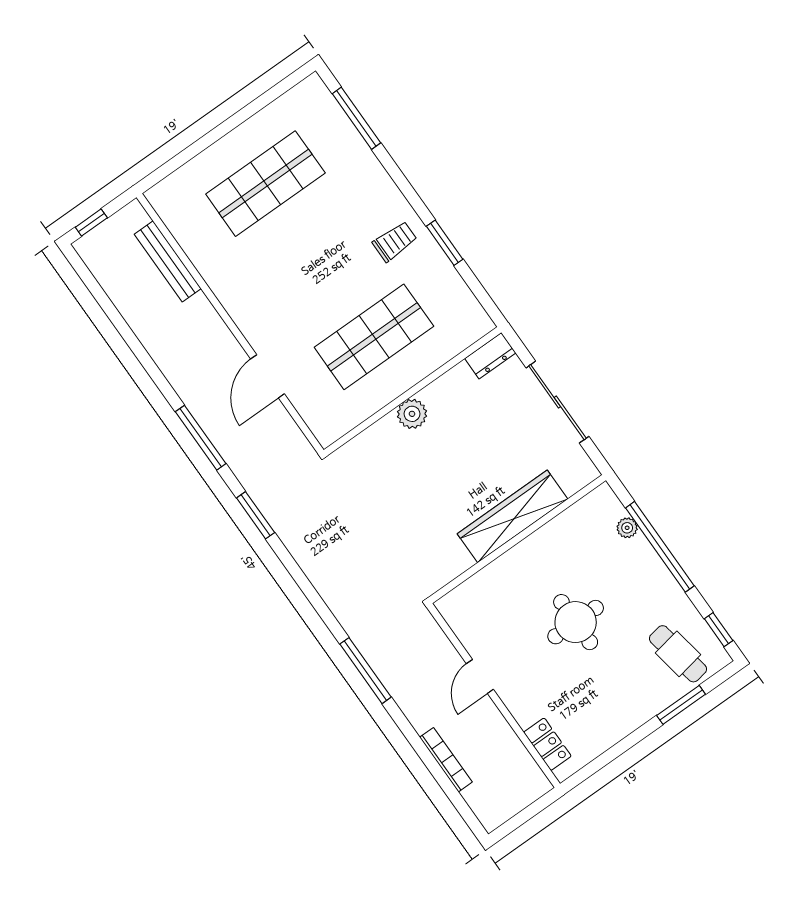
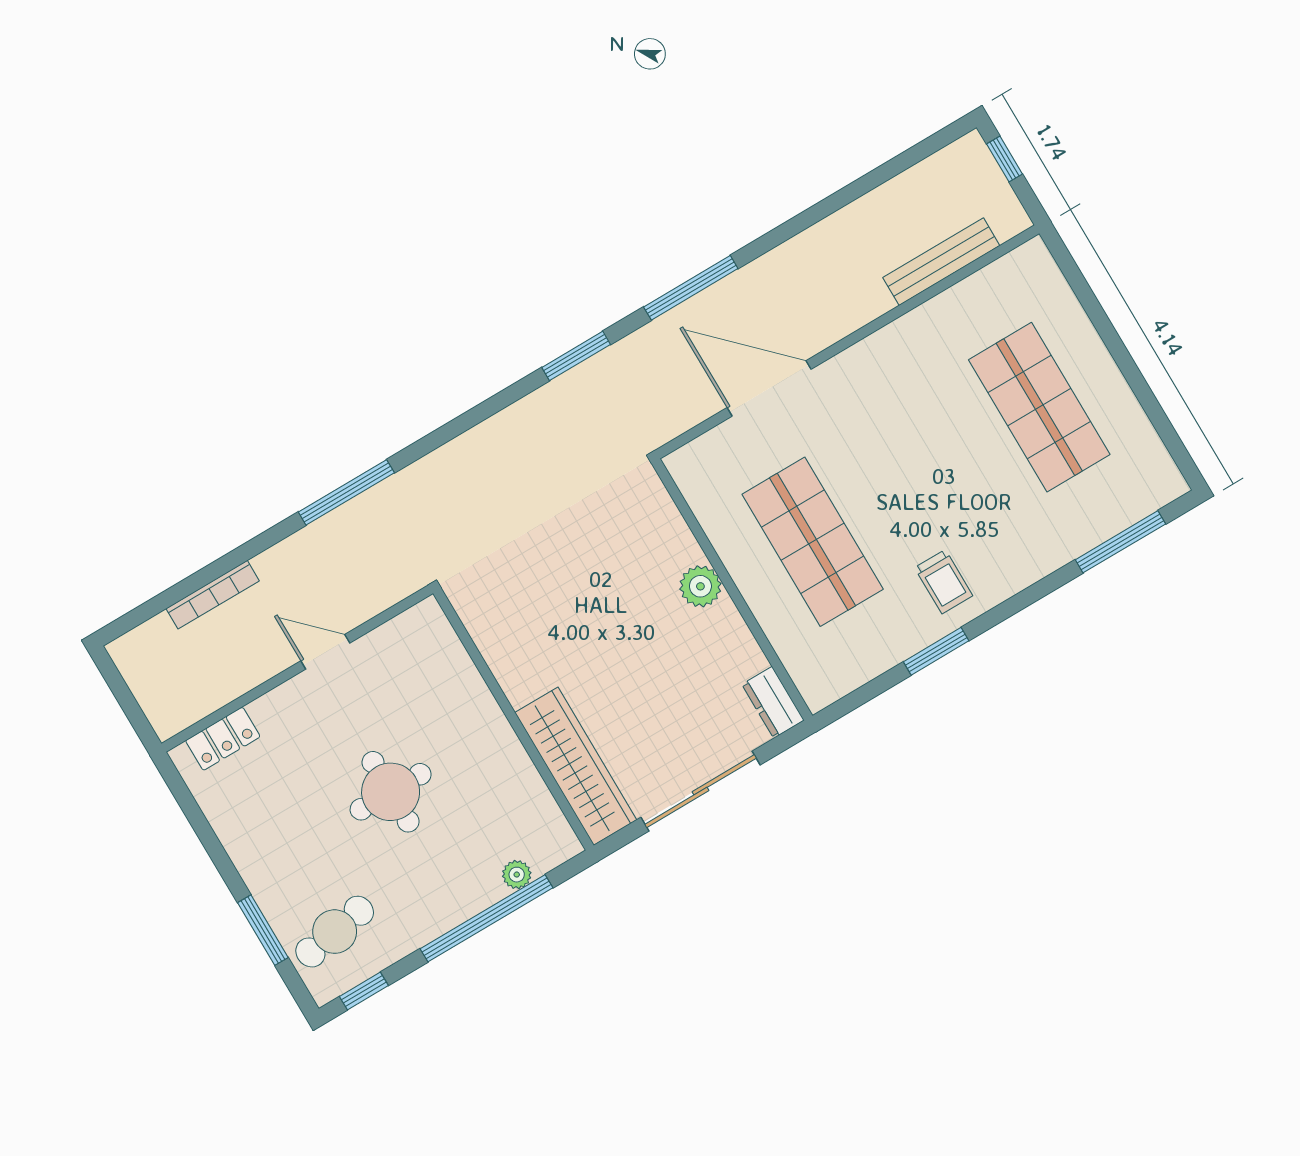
door: (268, 376) -> (769, 388), width x1.36
wardrobe: (512, 516) -> (576, 766), moved

